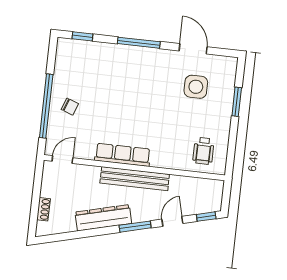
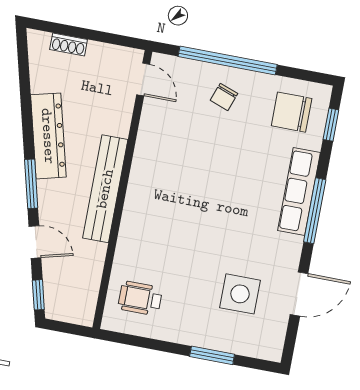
chair: (76, 62) -> (292, 112), added
row of seats: (123, 155) -> (299, 191), moved, turned 180

